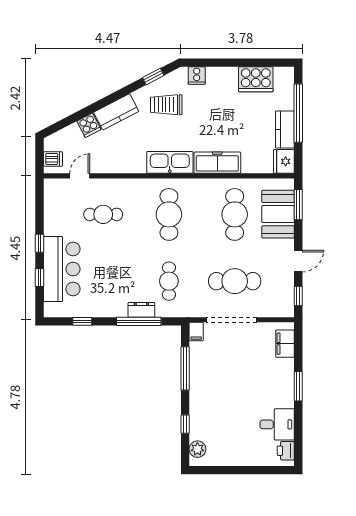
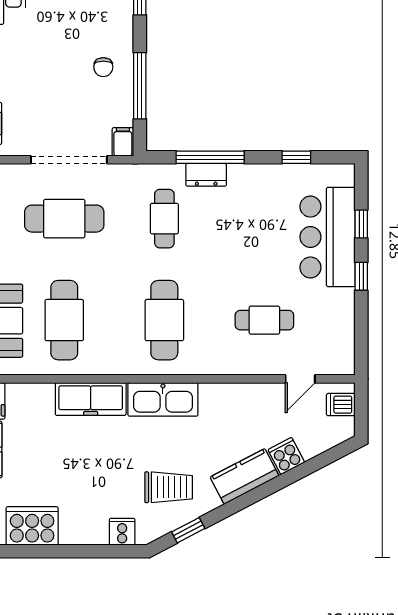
chair: (209, 381) -> (103, 67), added

